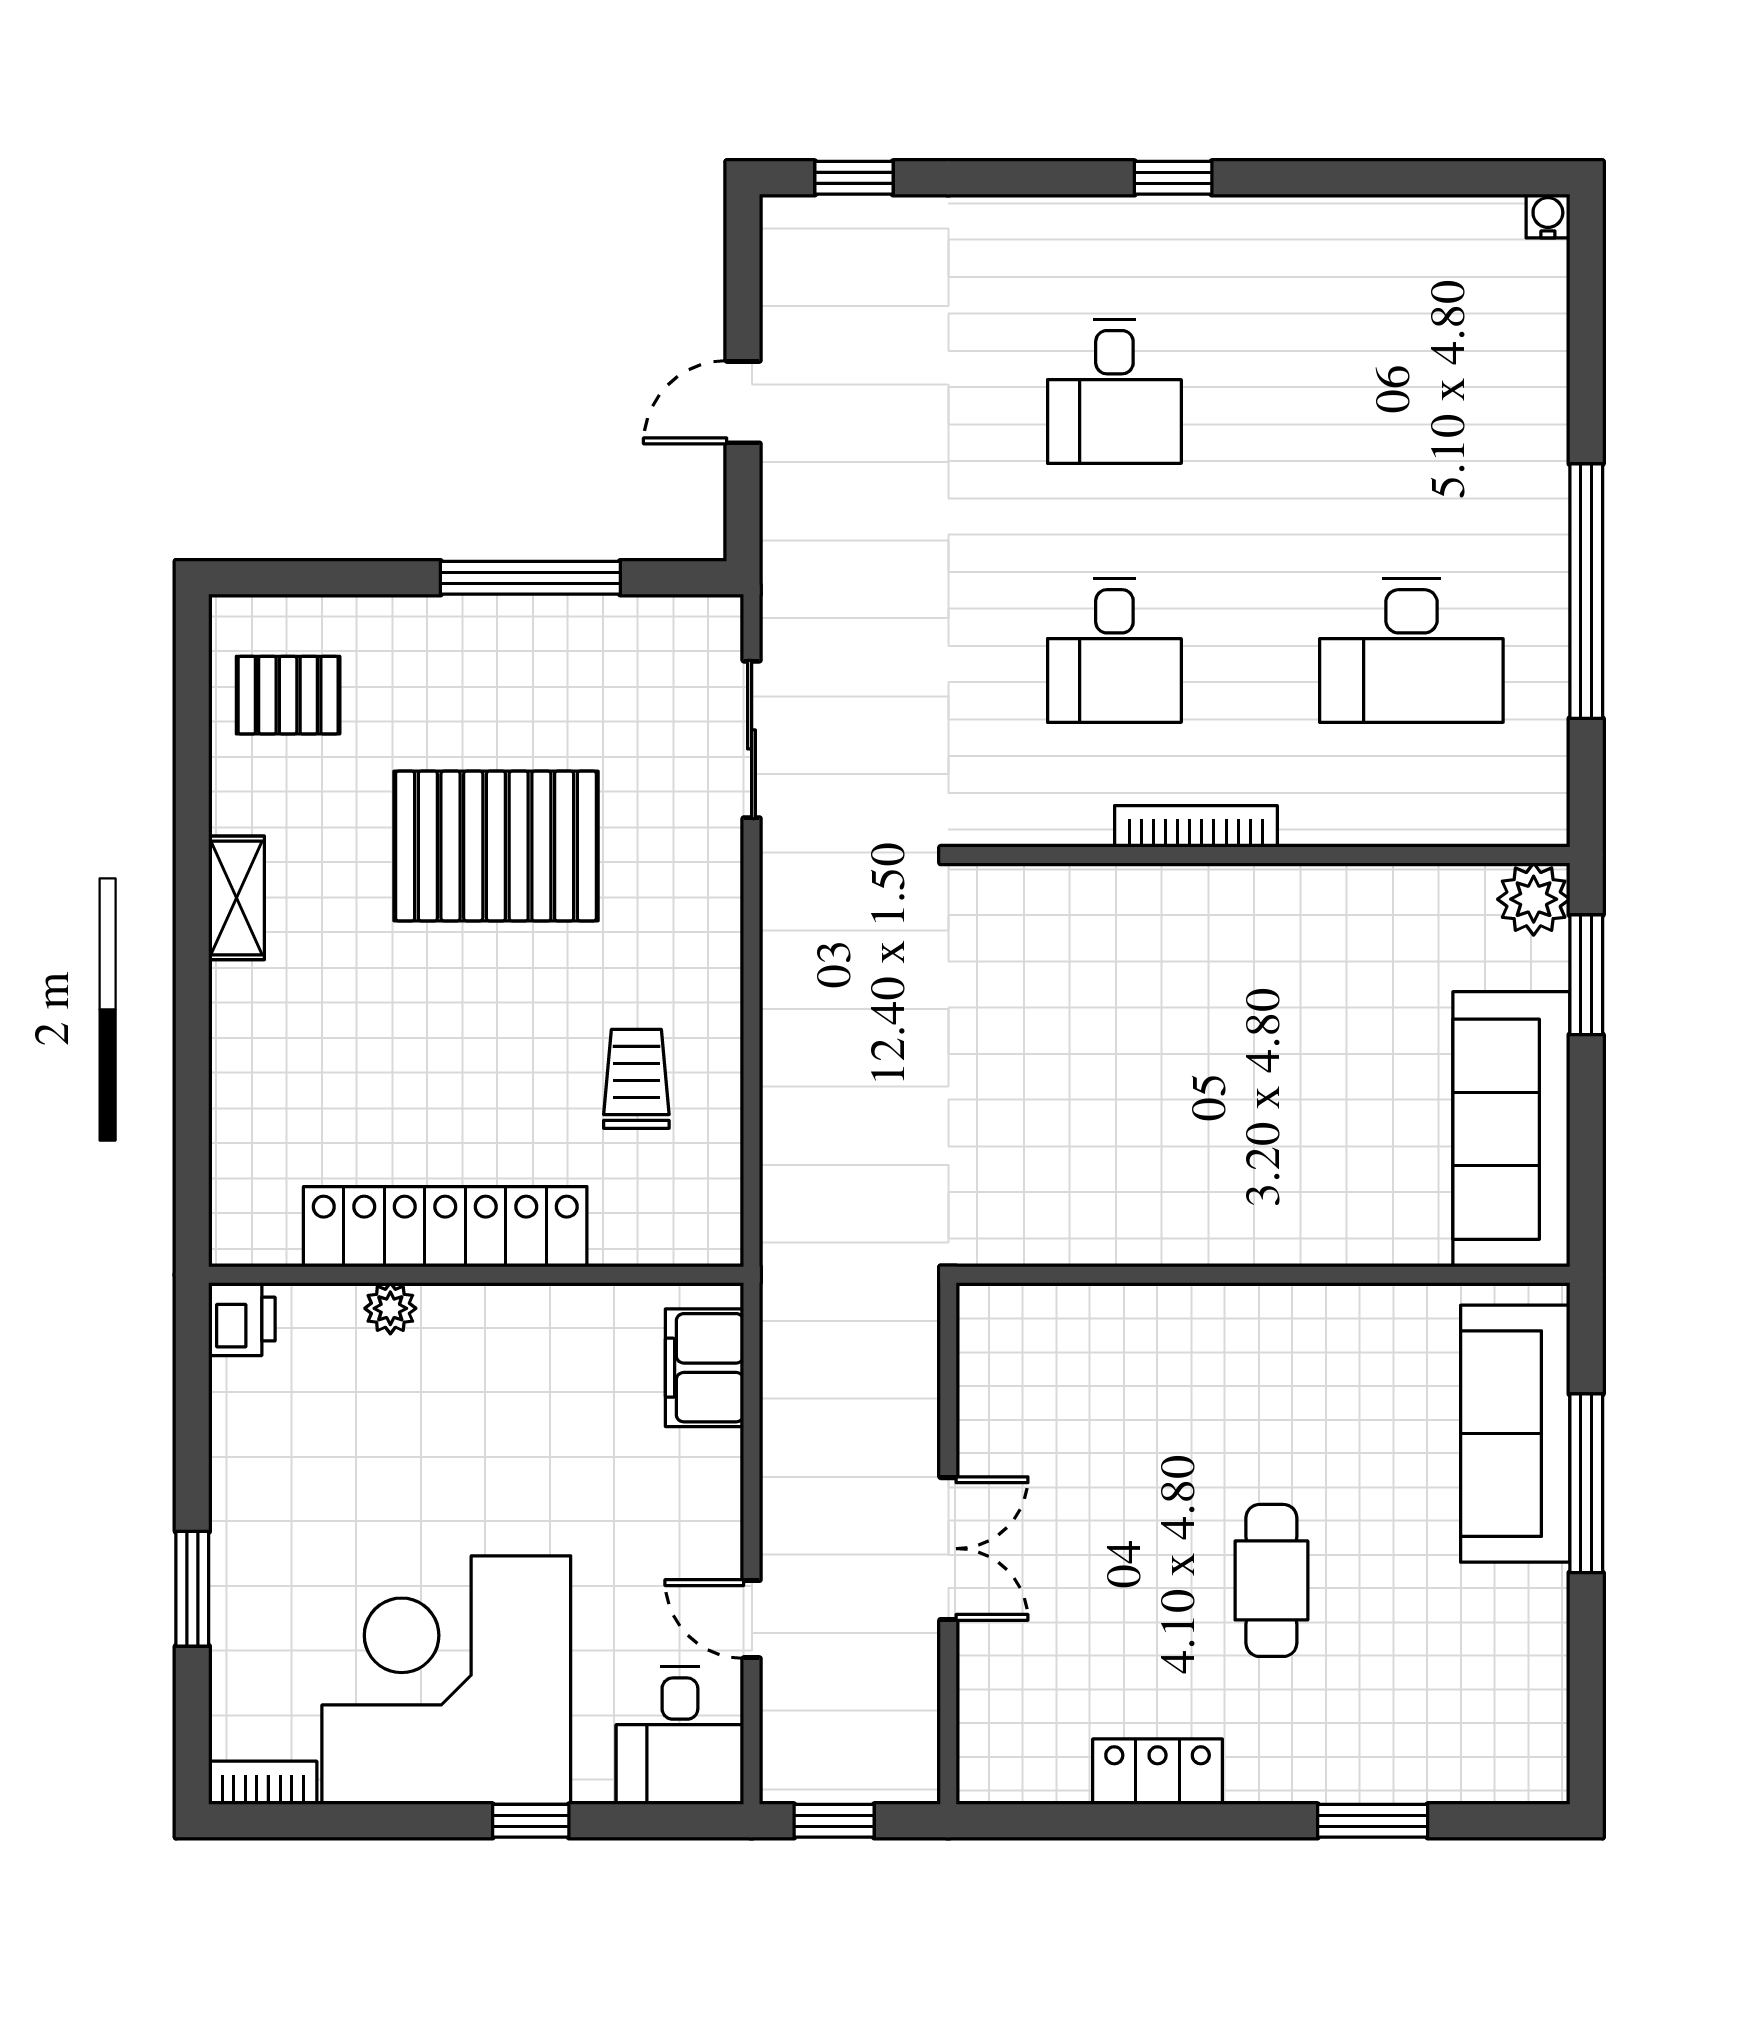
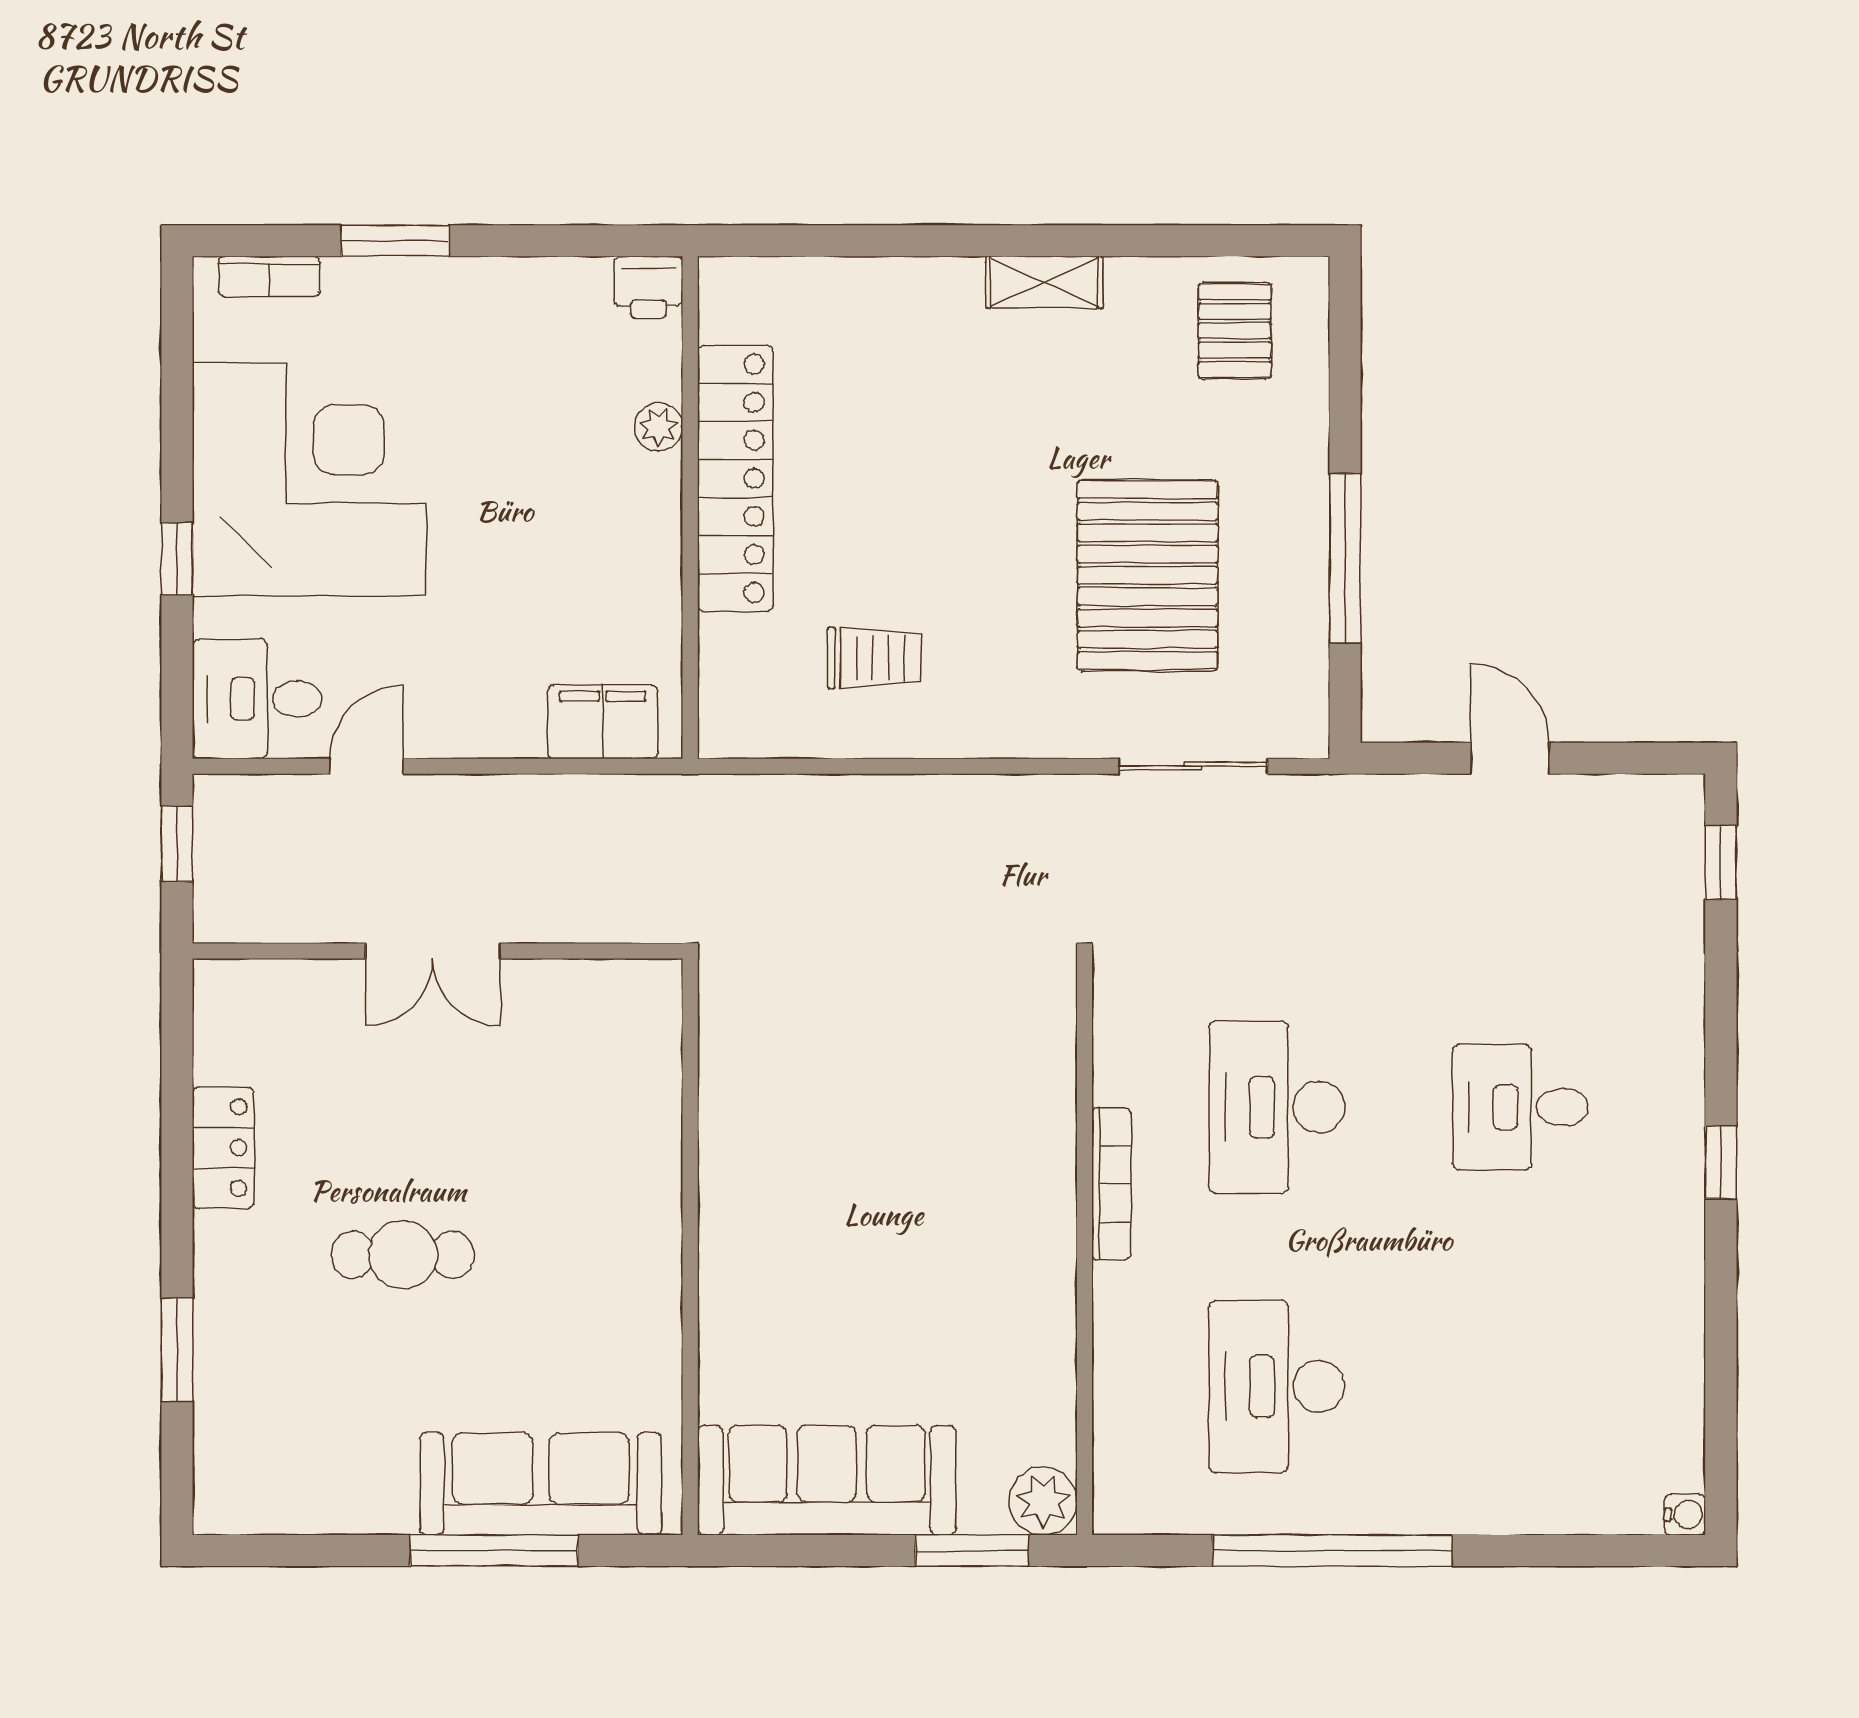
desk: (1114, 650) -> (1277, 1107), width x1.37
pallet: (496, 846) -> (1148, 575), moved
bookcase: (263, 1783) -> (269, 276), moved, turned 90

